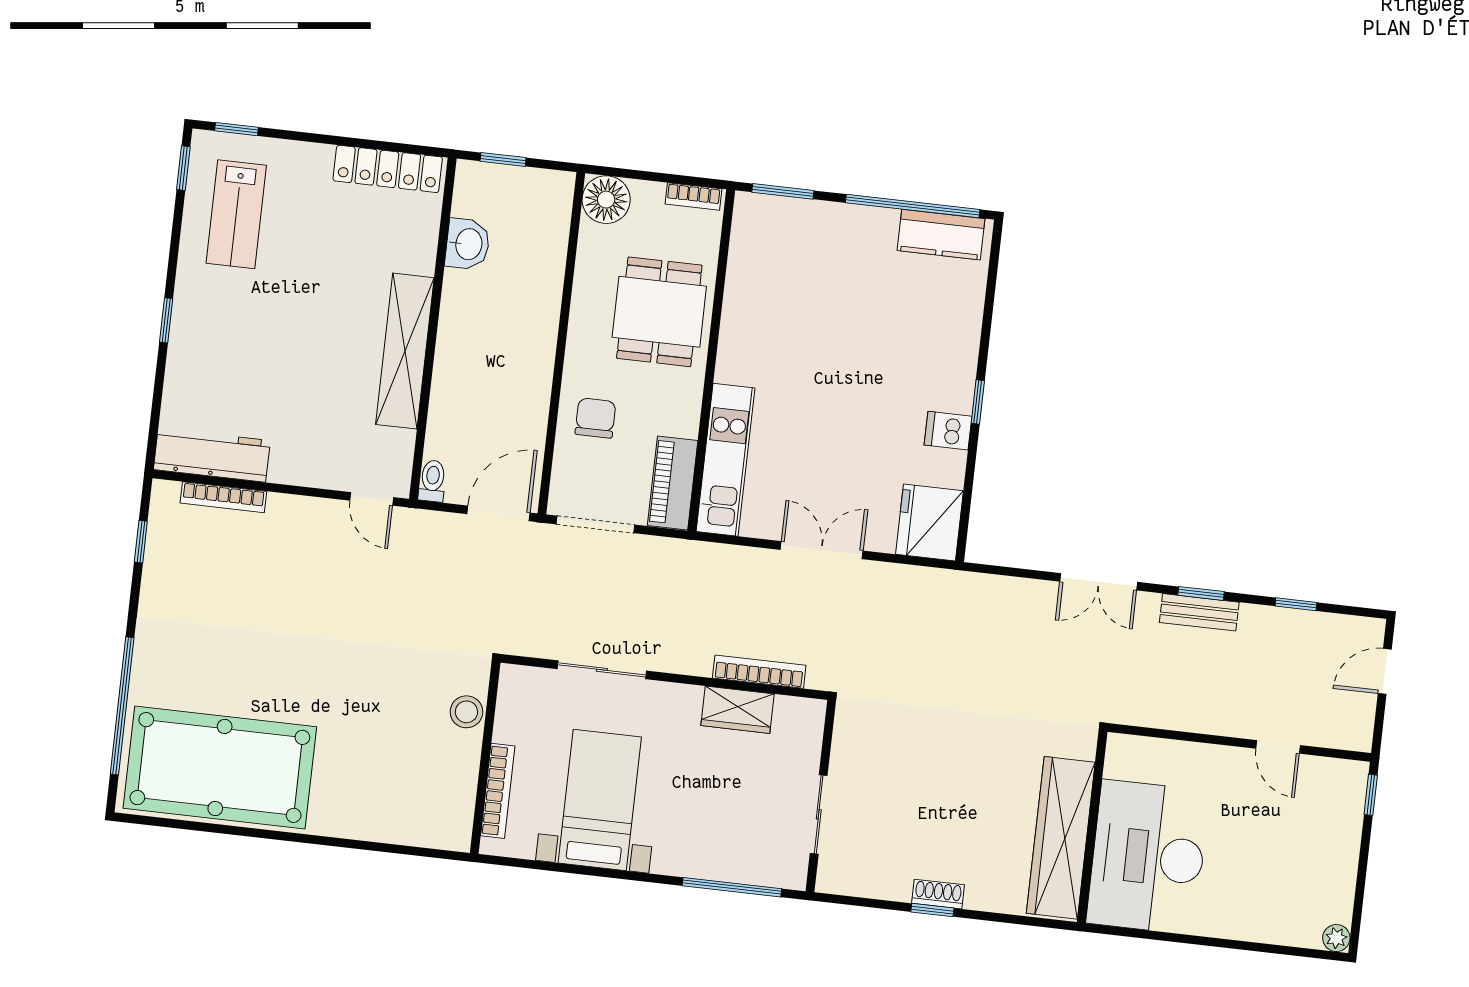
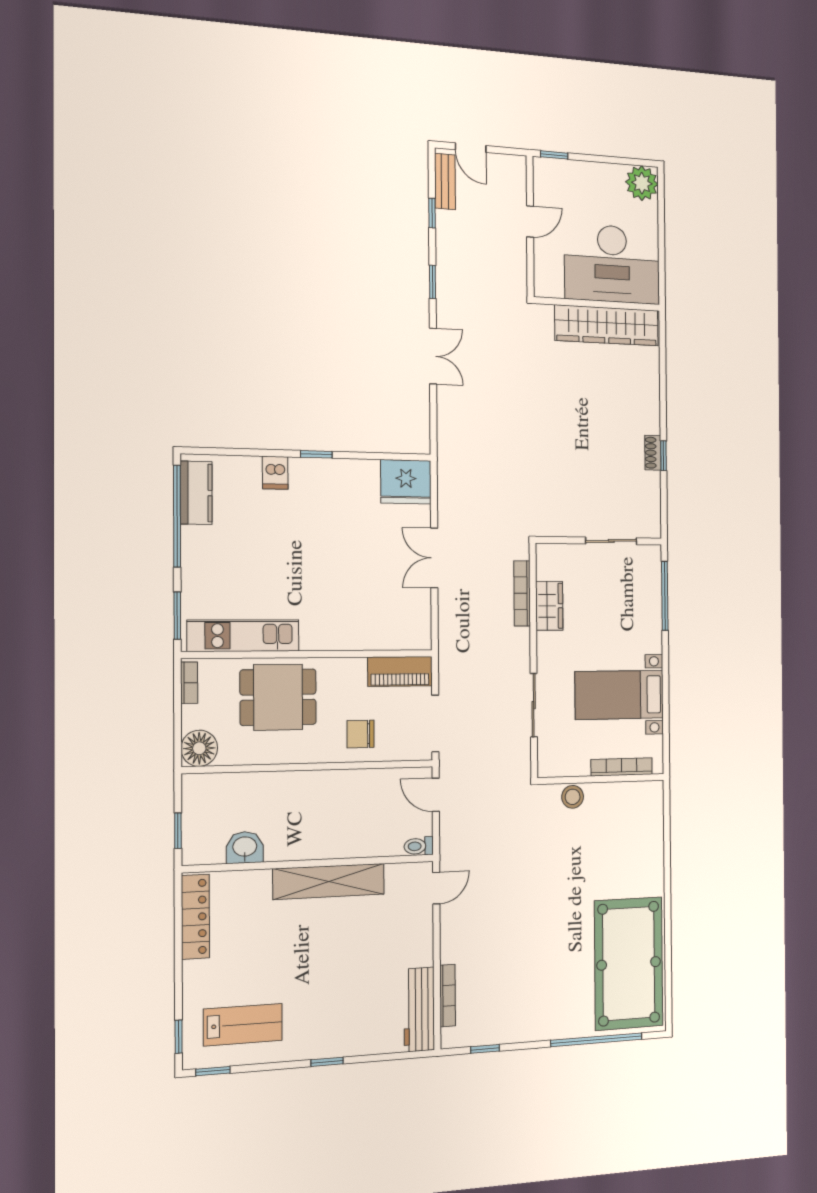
dishwasher: (948, 431) -> (275, 473), moved
kitchen unit: (725, 460) -> (243, 636), moved
door: (498, 513) -> (436, 795), width x0.73
bench: (1199, 612) -> (445, 181), moved
wall: (1092, 827) -> (597, 304), moved
wardrobe: (1061, 838) -> (607, 325), moved
desk: (1148, 857) -> (612, 264), moved
plant: (1336, 938) -> (642, 183), width x1.88, depth x1.88

